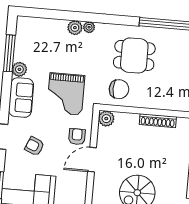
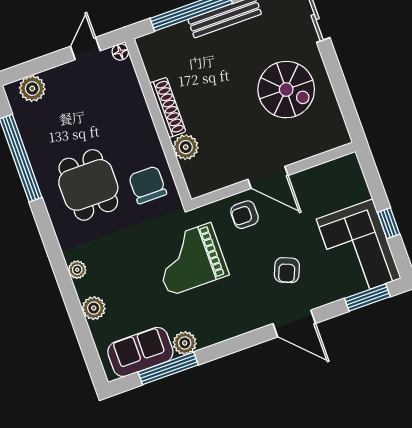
plant: (75, 28) -> (94, 308), moved
grand piano: (66, 94) -> (190, 259), turned 180
sofa: (21, 98) -> (140, 352), moved
plant: (106, 119) -> (186, 147), moved

